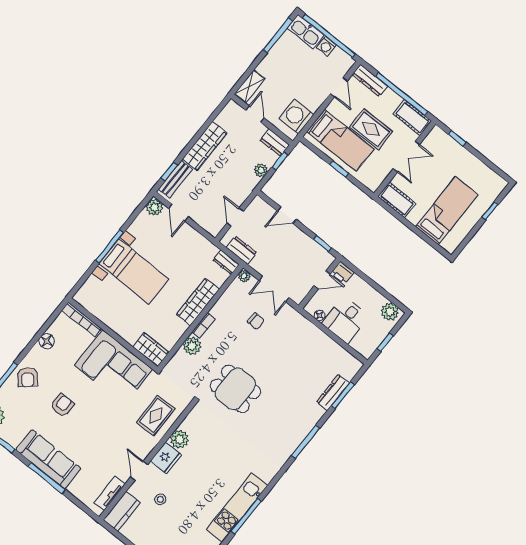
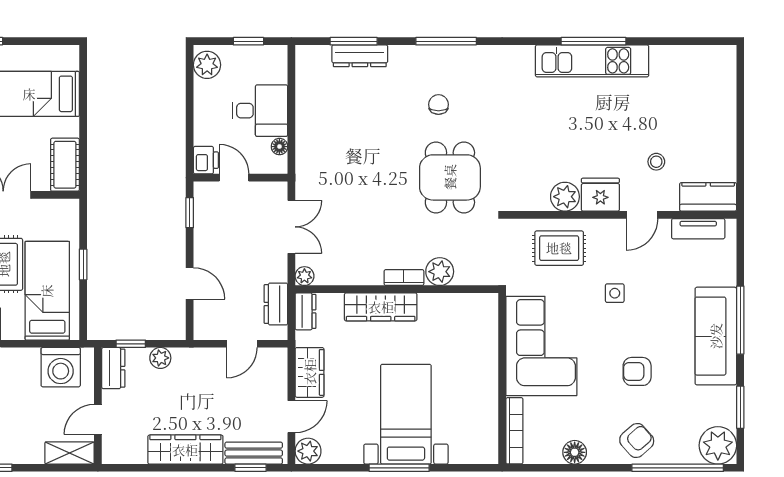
chair: (256, 321) -> (438, 104), moved
wardrobe: (151, 350) -> (310, 372), moved, turned 180
side table: (111, 425) -> (615, 293), added

